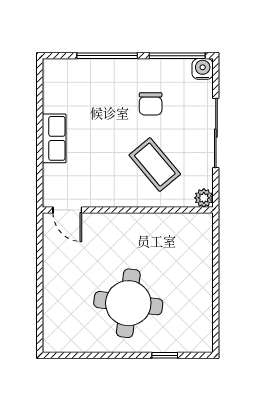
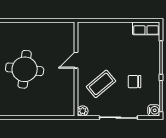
row of seats: (54, 138) -> (146, 28), moved
door: (67, 210) -> (76, 60), moved

